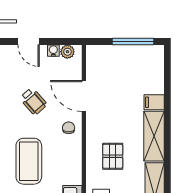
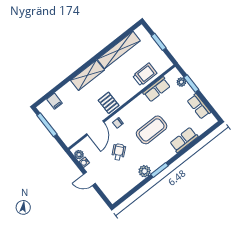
door: (29, 41) -> (89, 179), swing flipped
filing cabinet: (154, 102) -> (54, 101), moved
pallet: (113, 156) -> (109, 103), moved, turned 90

